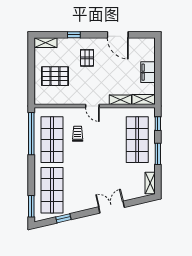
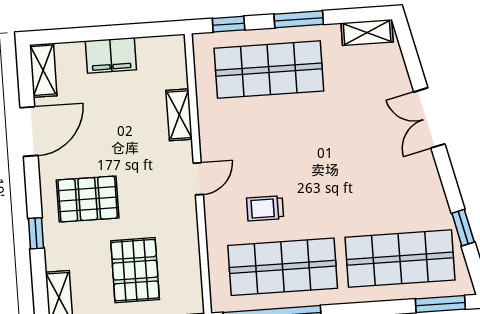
pallet: (87, 58) -> (88, 199), width x1.50, depth x1.42
shelving: (144, 99) -> (43, 70), moved

